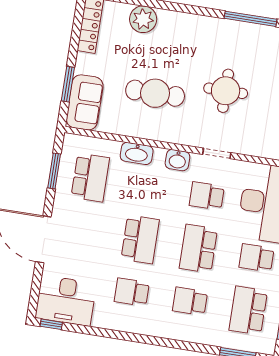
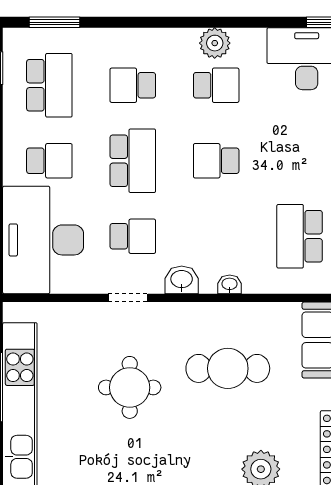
washbasin: (137, 153) -> (230, 284), width x0.52, depth x0.69
school desk: (140, 239) -> (216, 161), width x0.54
school desk: (190, 301) -> (133, 85), turned 180
plant: (128, 322) -> (215, 43), added

